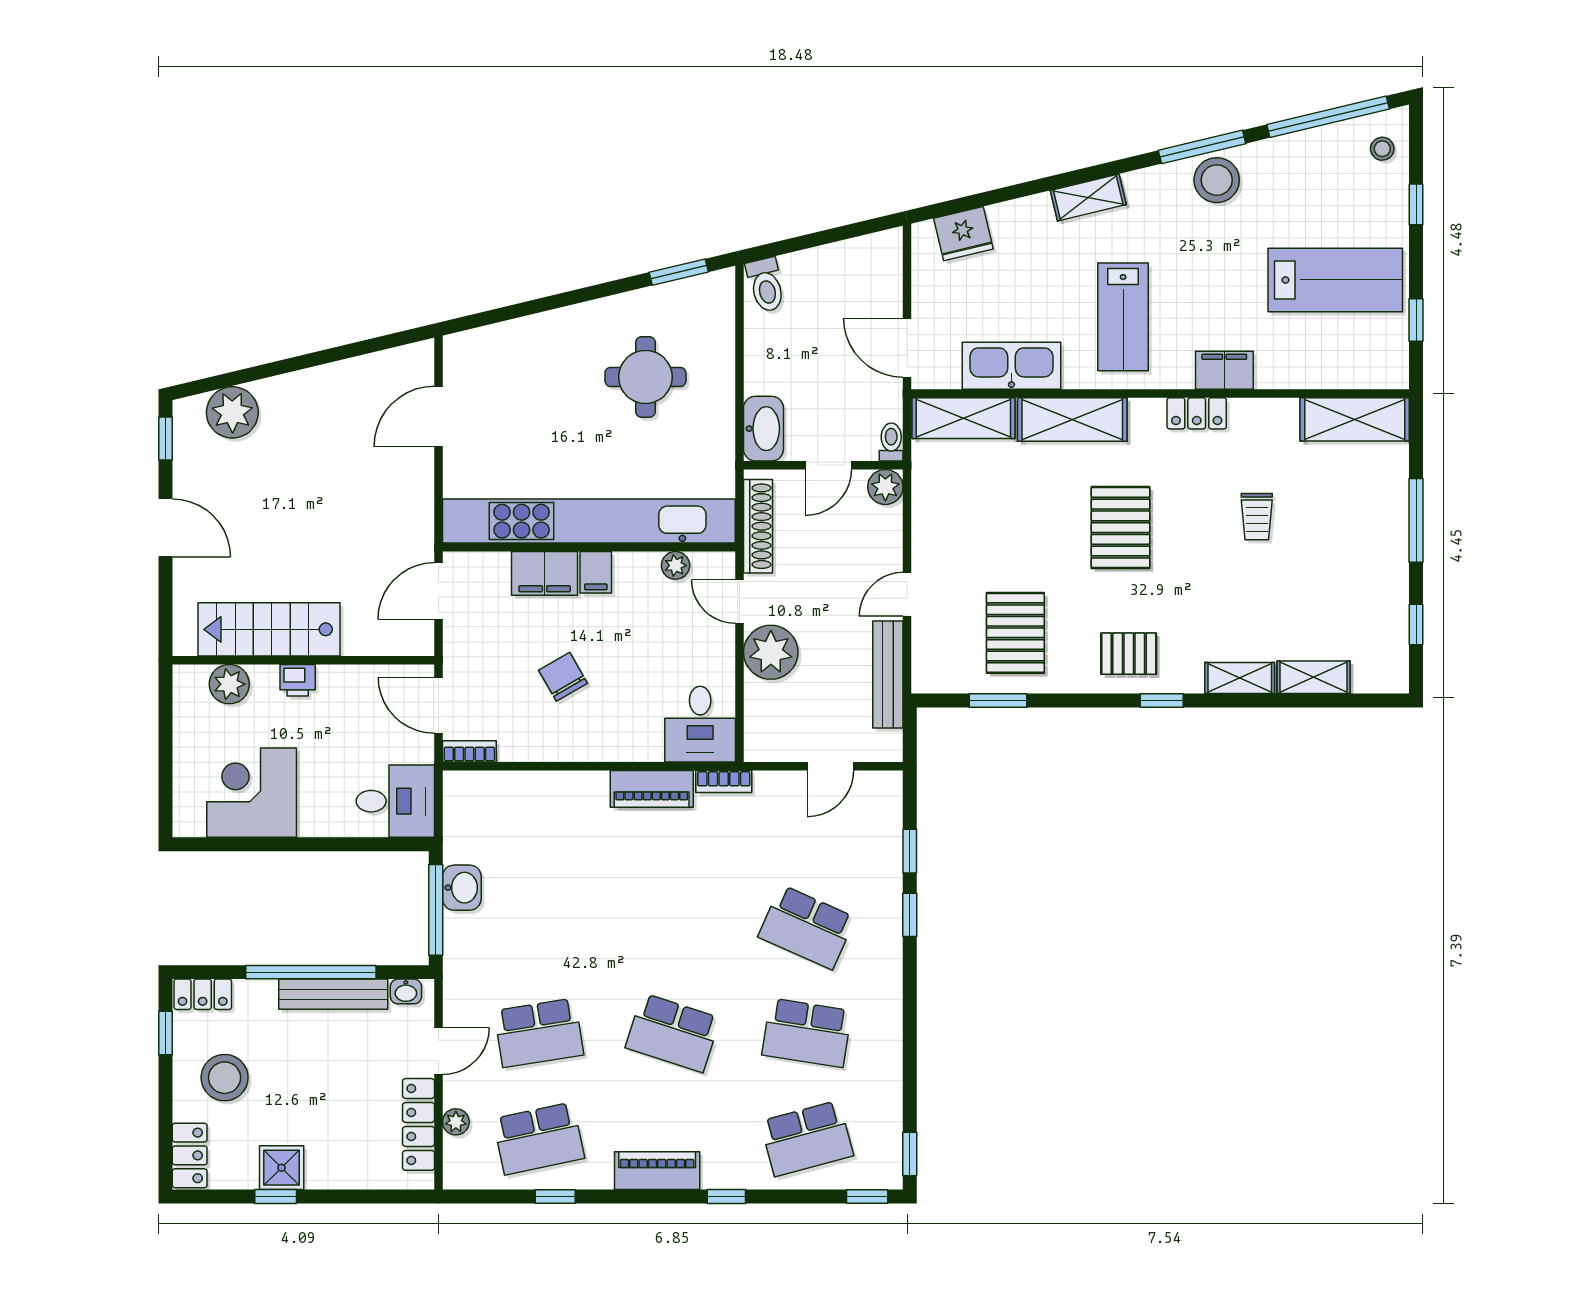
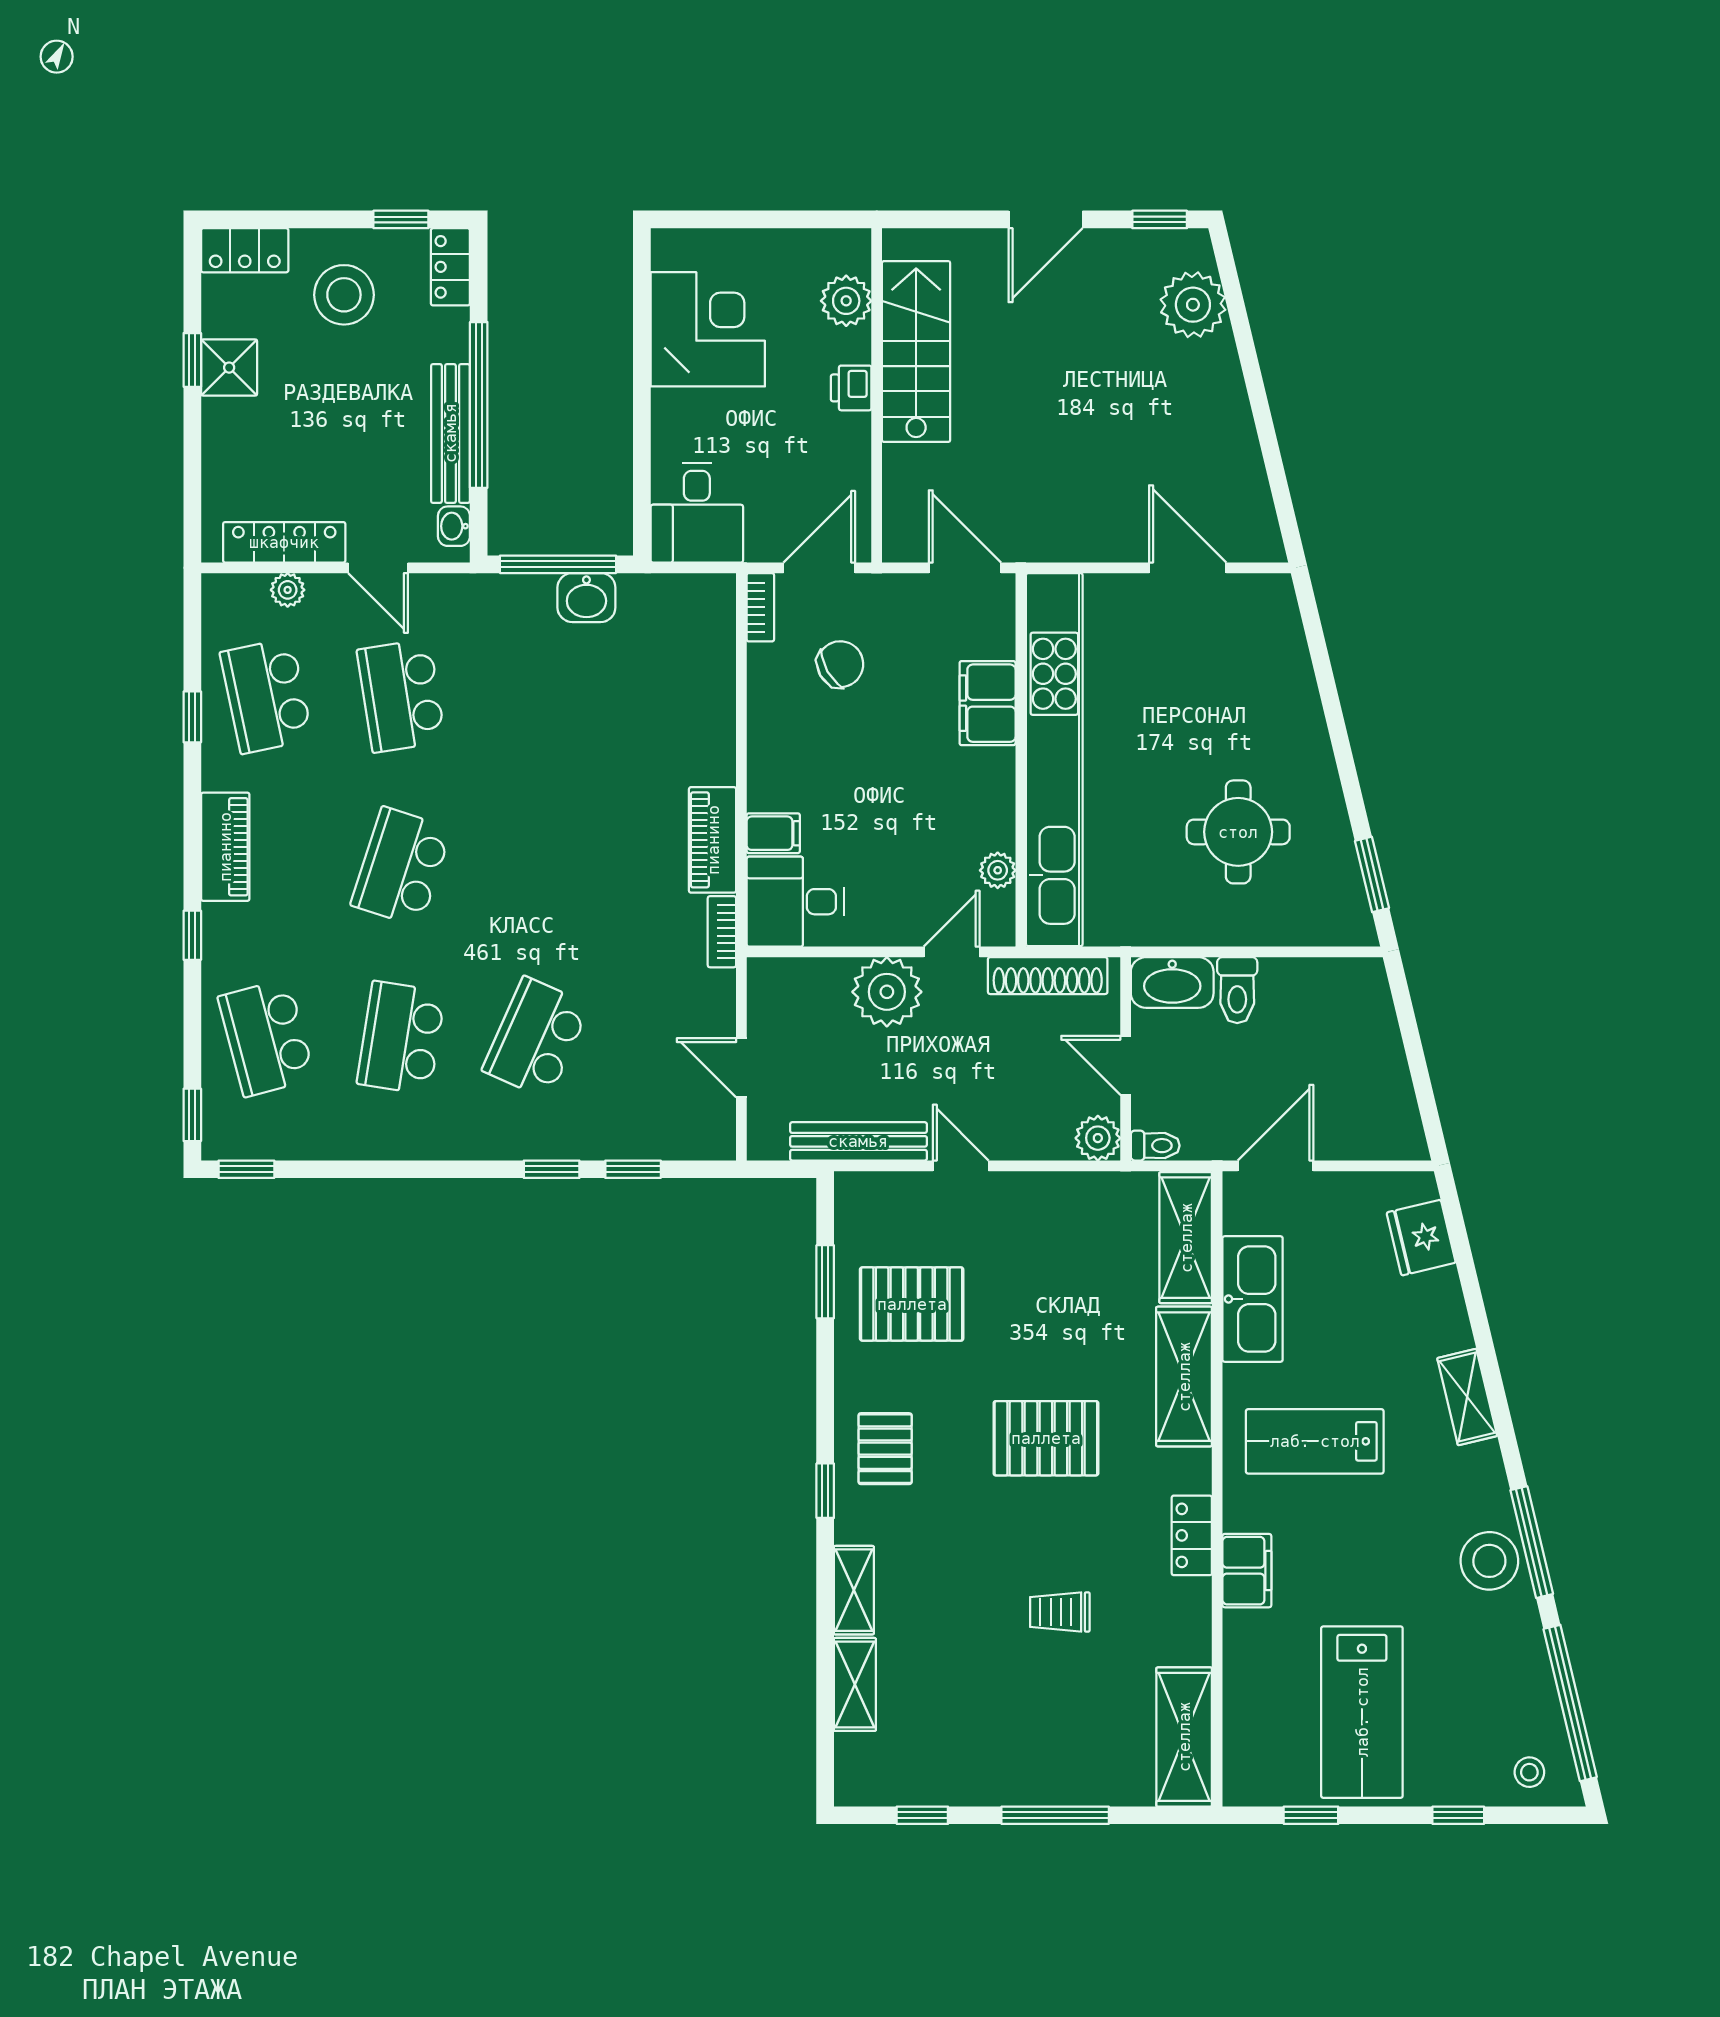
toilet: (766, 285) -> (1237, 990), moved, turned -77
filing cabinet: (596, 572) -> (773, 833), moved, turned 180
chair: (563, 677) -> (840, 664), moved

